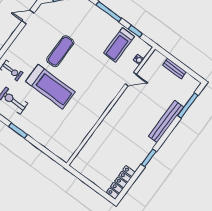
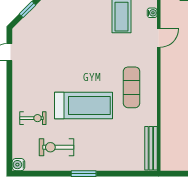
exercise mat: (60, 51) -> (132, 87), moved
bench: (73, 146) -> (151, 148), added

